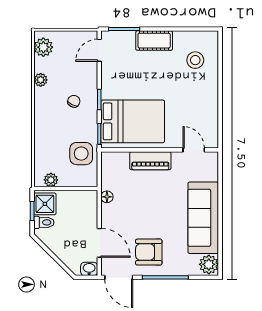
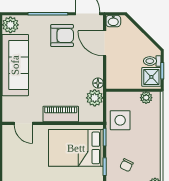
plant: (111, 180) -> (95, 98), added

